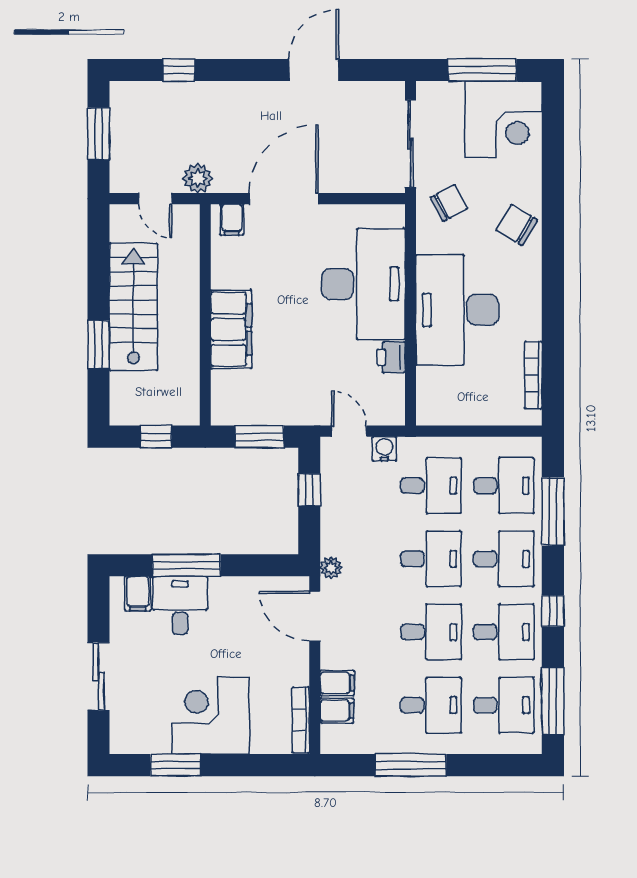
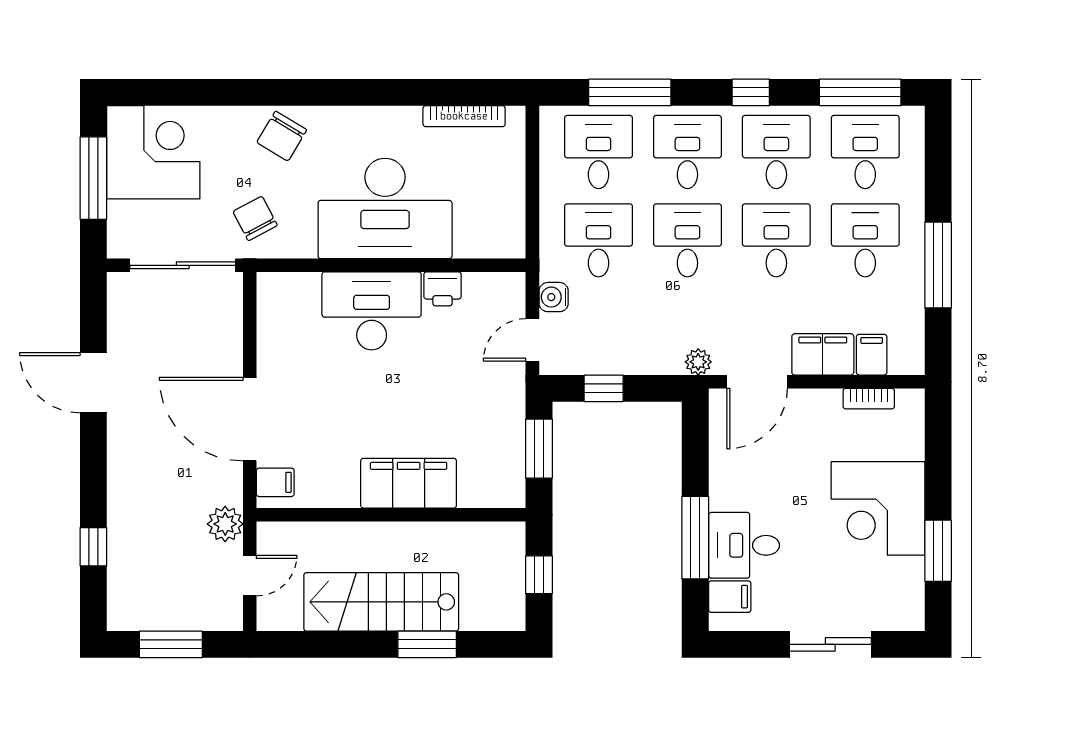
desk: (363, 284) -> (372, 311), width x0.73, depth x0.77
filing cabinet: (337, 683) -> (823, 354), width x2.00
bookcase: (301, 720) -> (869, 399), width x0.64

